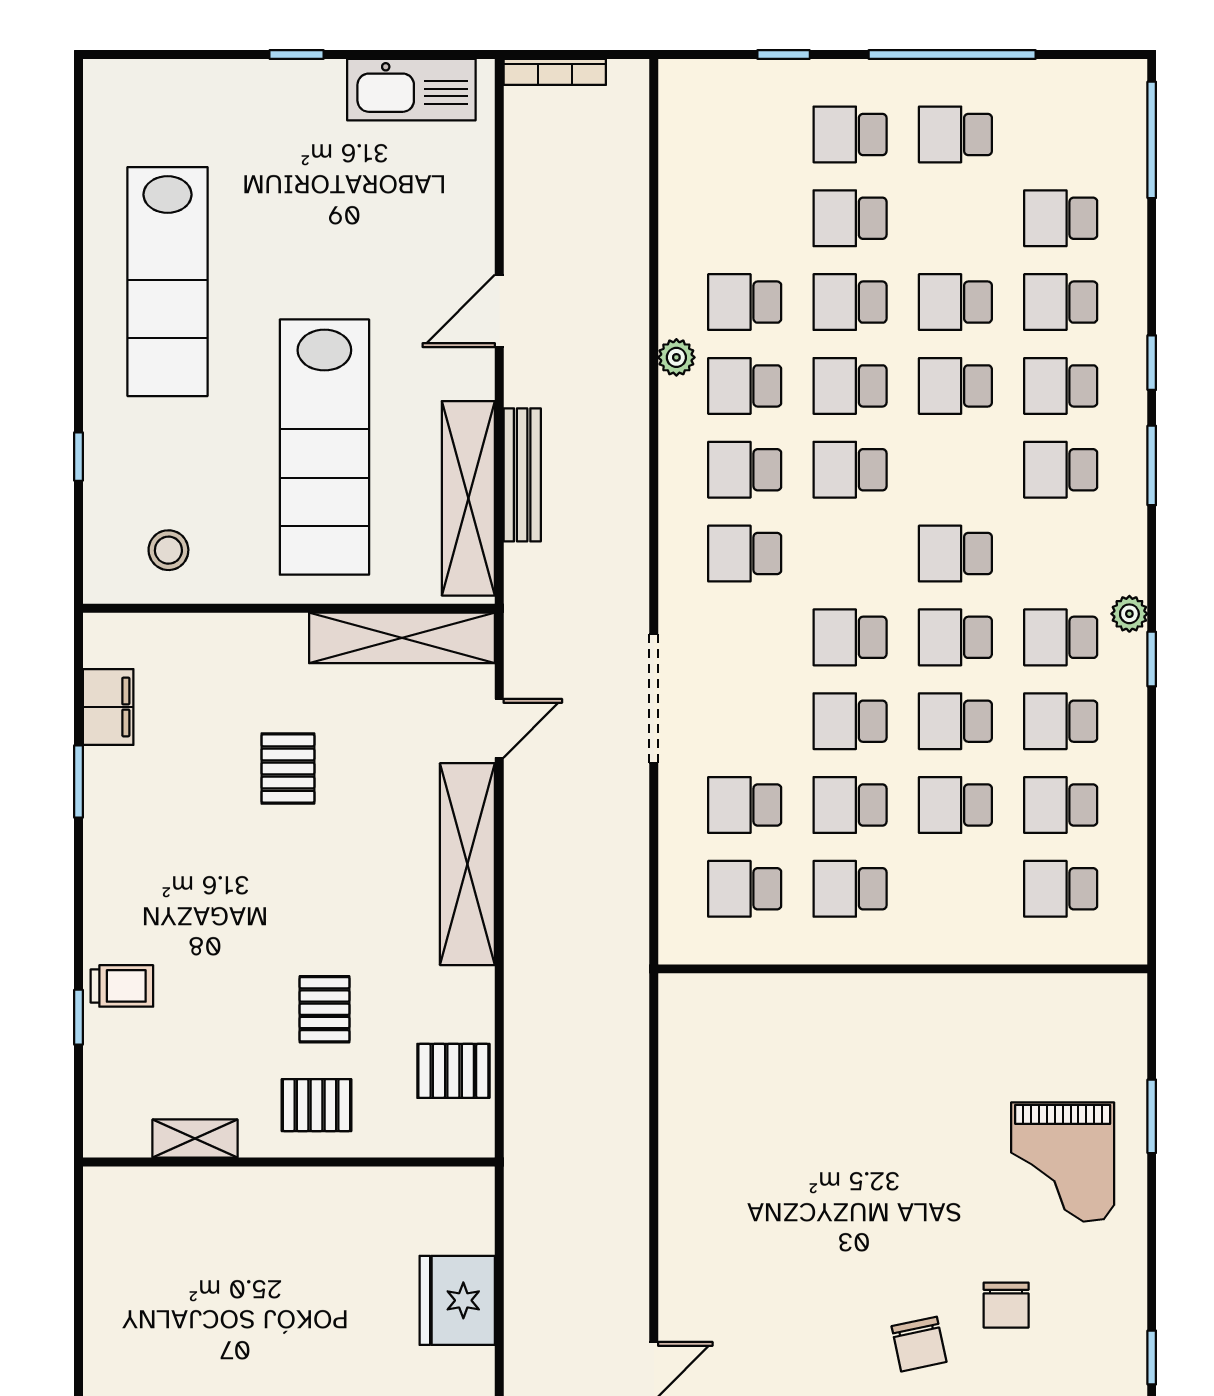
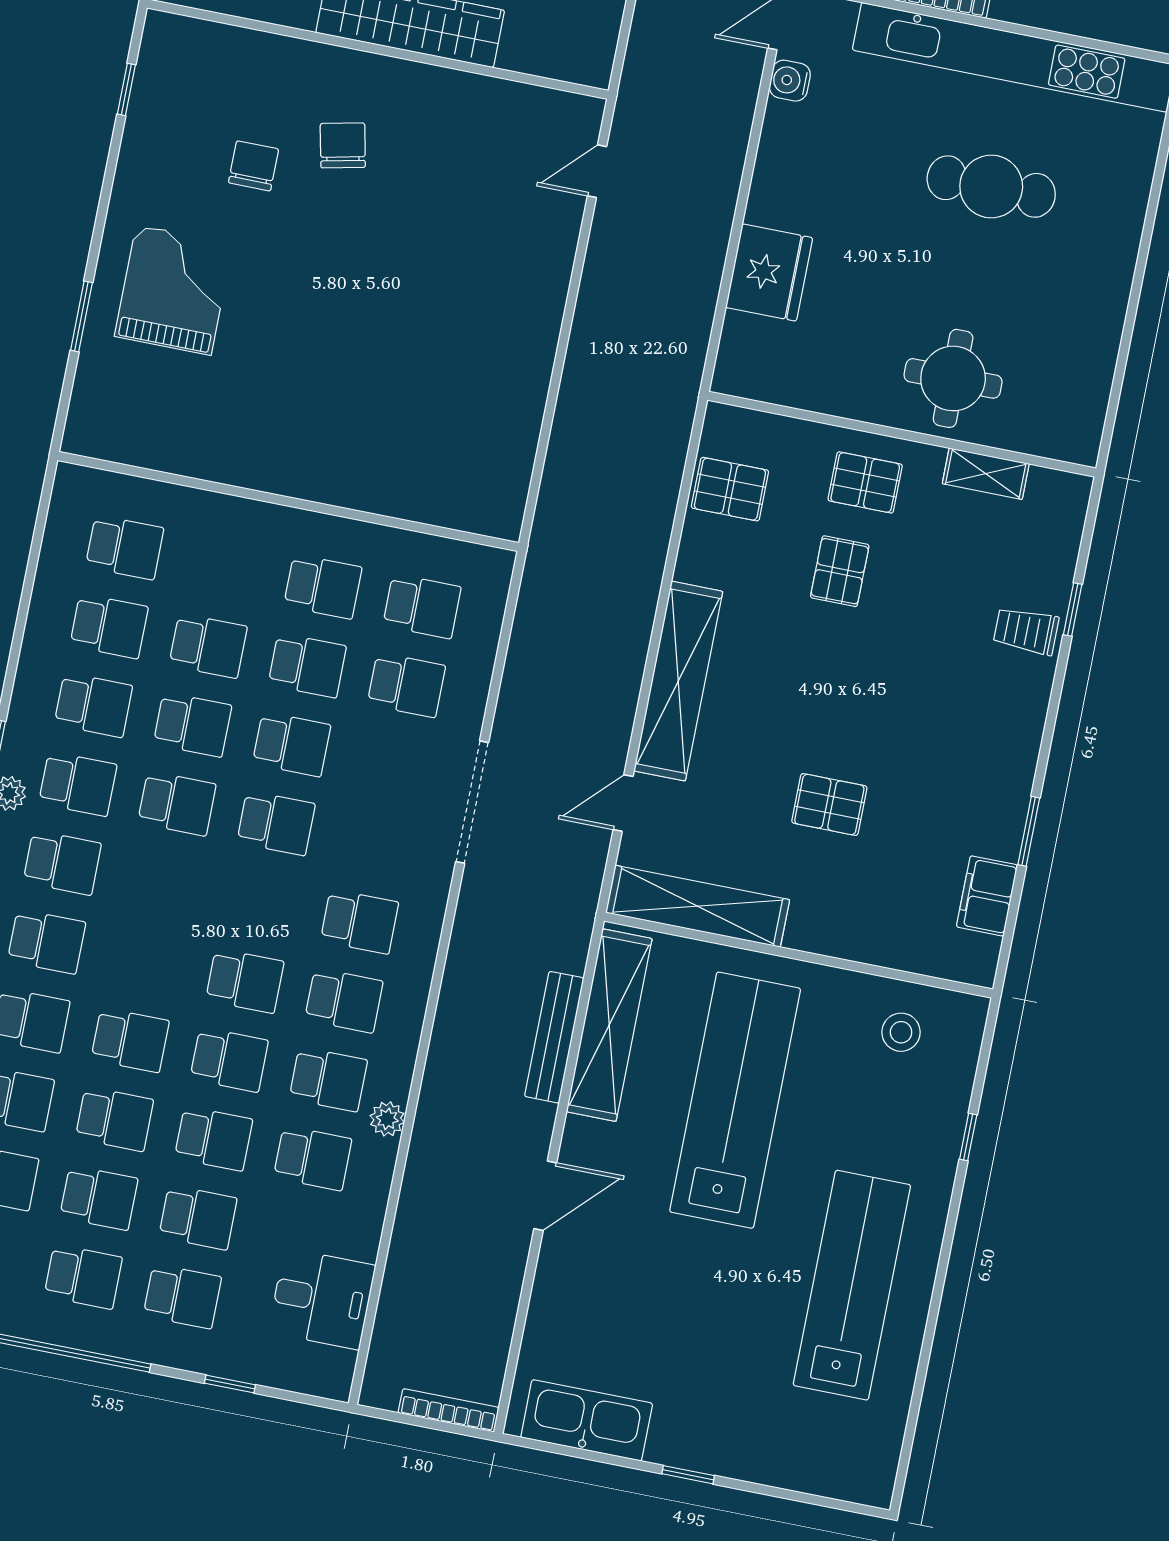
desk: (707, 160) -> (322, 1299), added
school desk: (955, 218) -> (99, 1198), added
school desk: (955, 554) -> (62, 863), moved
pallet: (288, 769) -> (829, 804), turned 90
round table: (248, 1229) -> (953, 378), added

